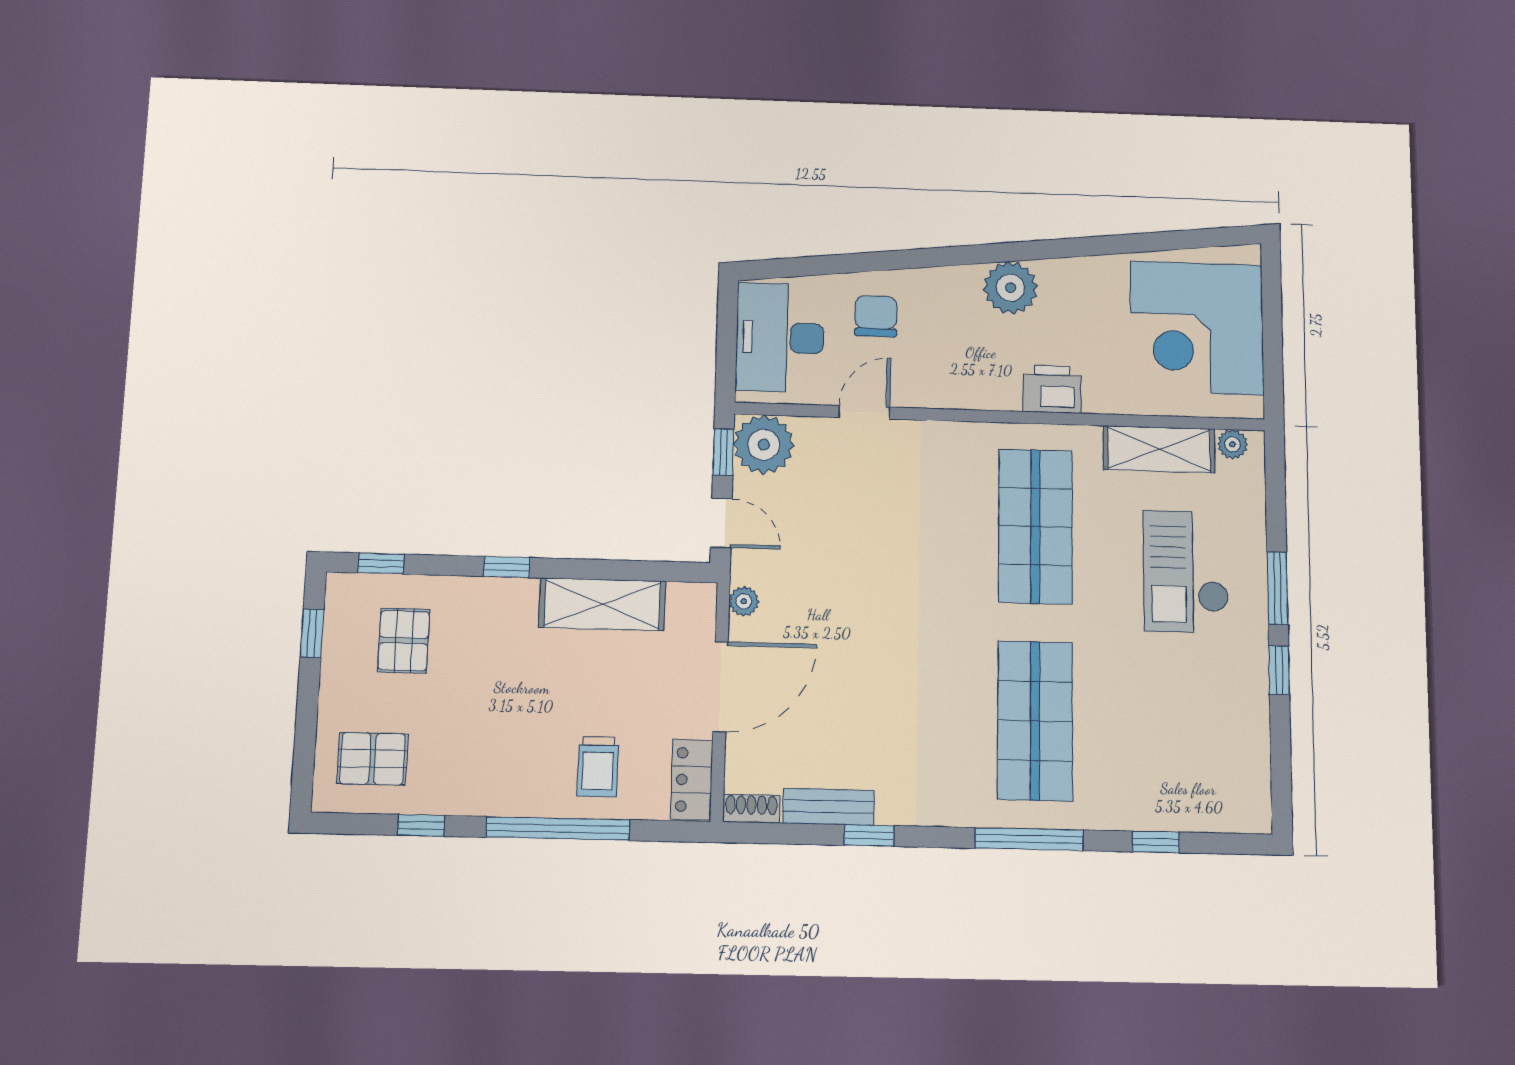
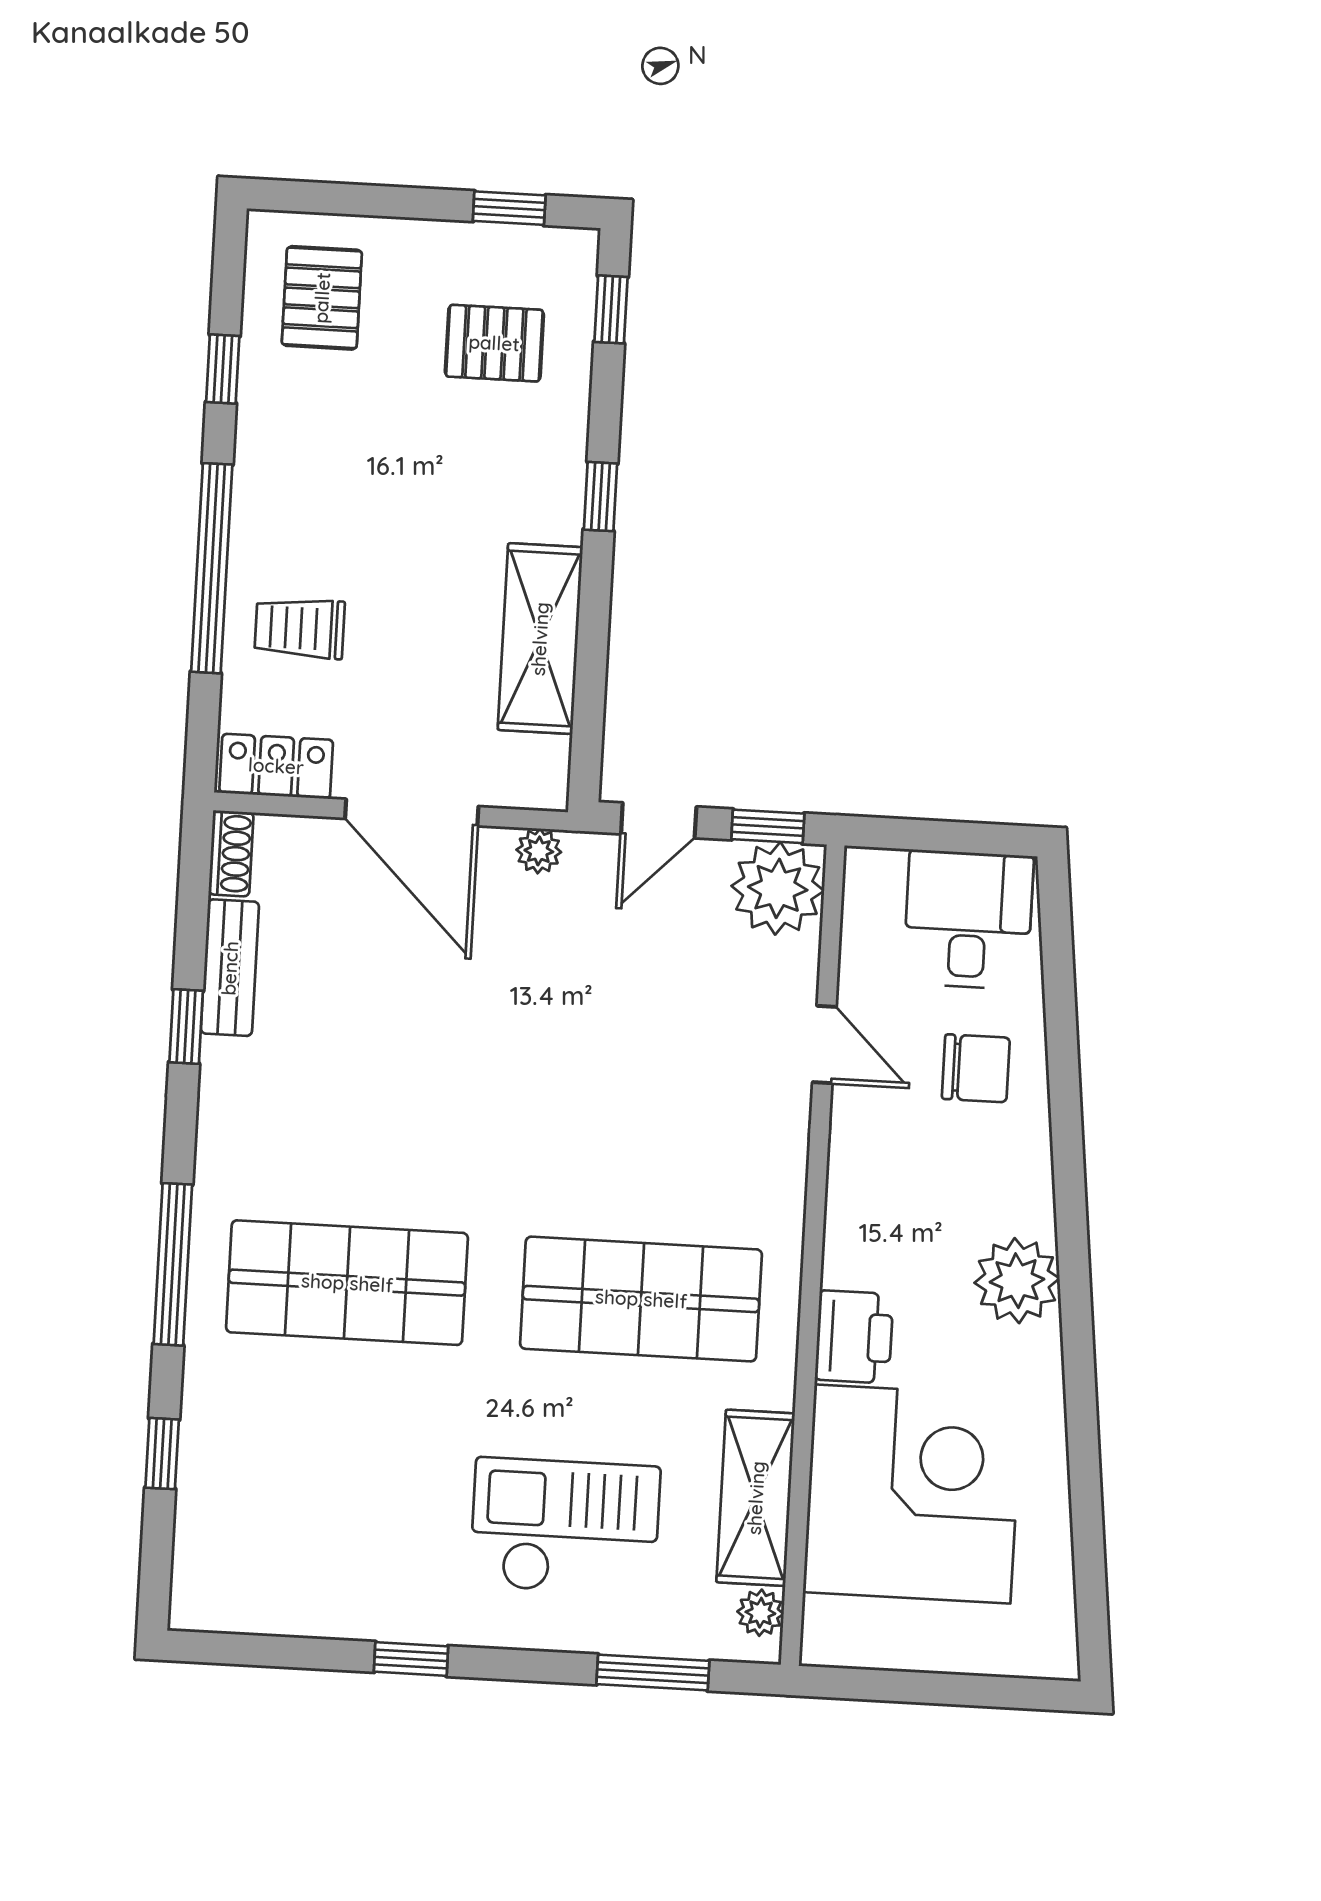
corner desk: (1197, 328) -> (912, 1494), moved, turned 90
desk: (780, 338) -> (968, 920), width x0.73
window: (1277, 588) -> (653, 1673), moved

